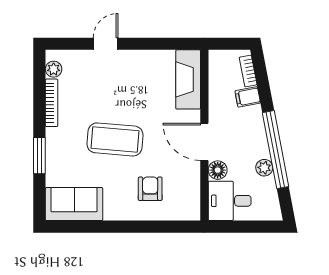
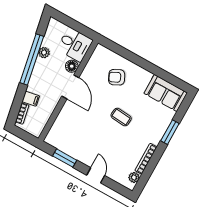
door: (106, 44) -> (96, 175), swing flipped
window: (159, 44) -> (65, 158), added
fireplace: (188, 79) -> (59, 128), removed
coffee table: (115, 139) -> (121, 117), width x0.54, depth x0.58
armchair: (150, 189) -> (117, 77), turned 64

